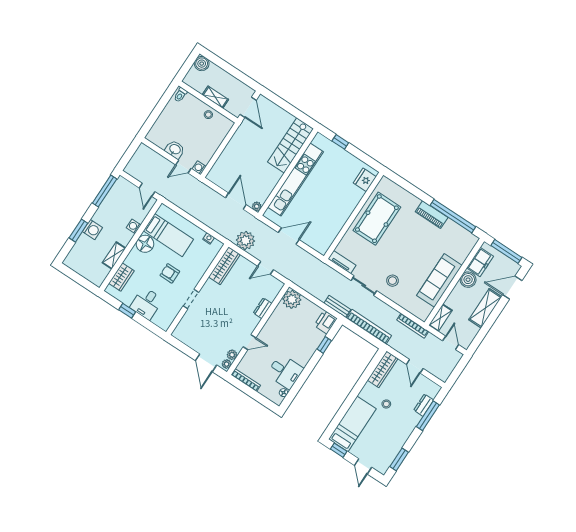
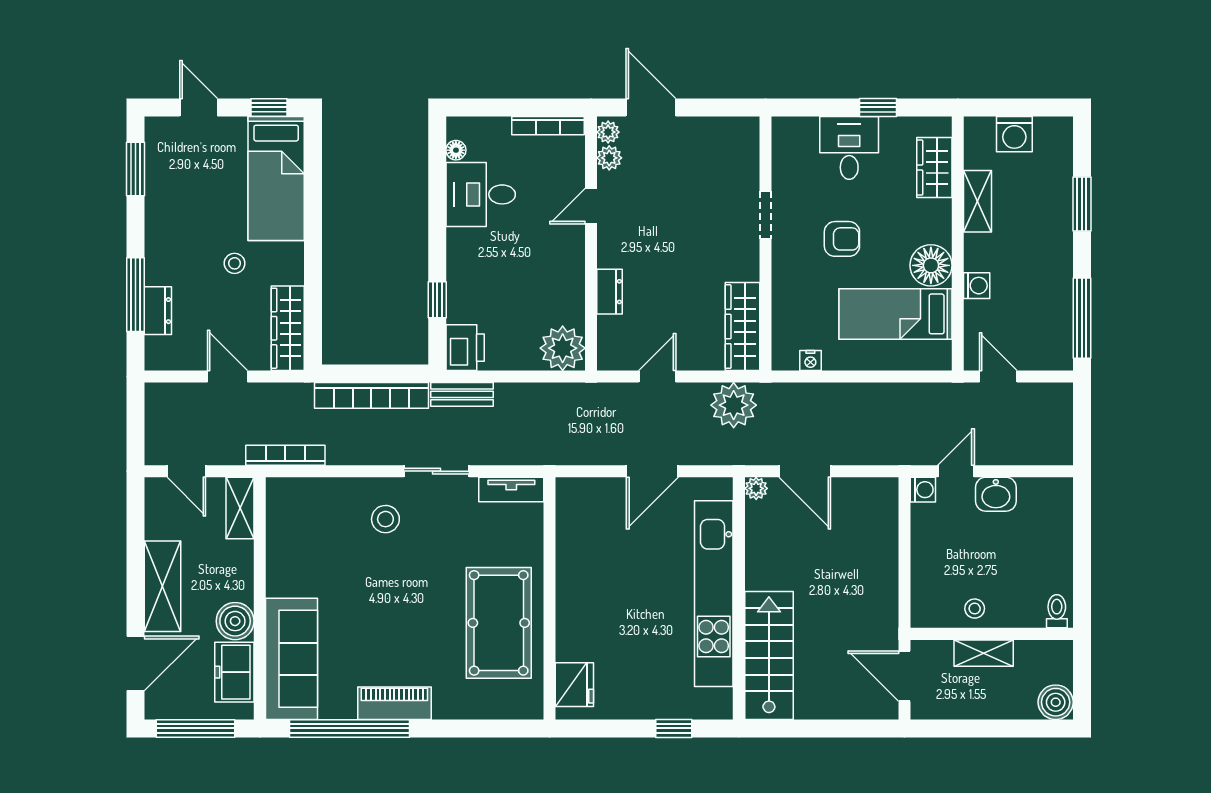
washing machine: (92, 230) -> (1014, 134), moved, turned -90
sofa: (439, 280) -> (292, 659), moved

